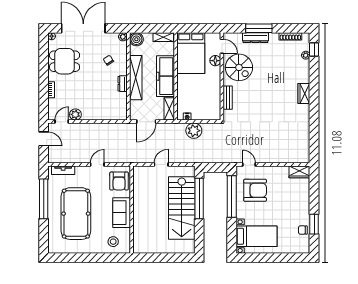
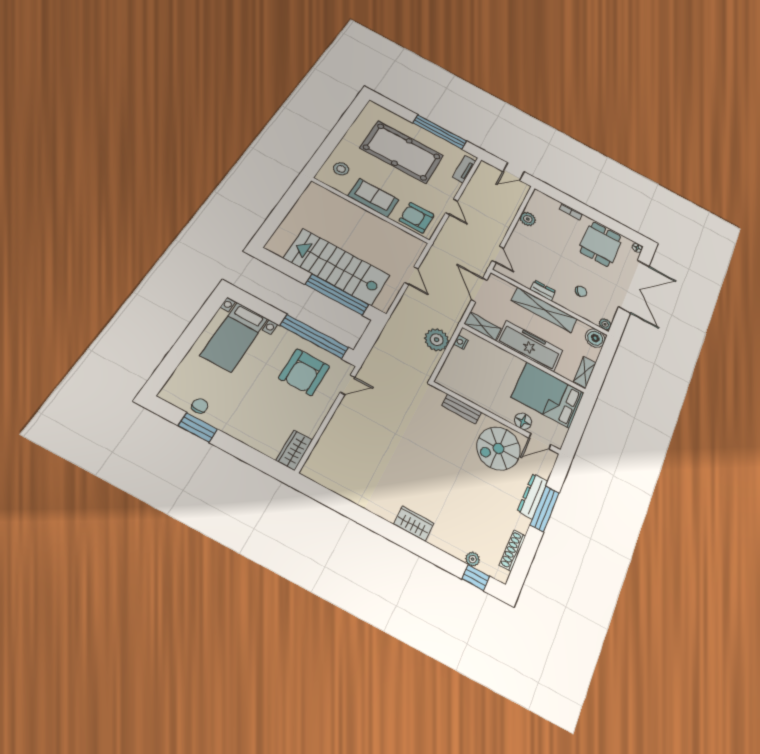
door: (62, 122) -> (498, 255), moved

